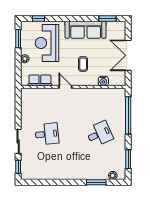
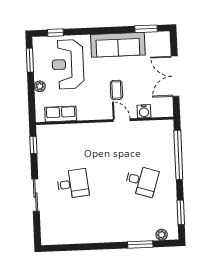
door: (65, 87) -> (122, 120), moved
desk: (99, 134) -> (142, 181), turned 42
window: (18, 167) -> (33, 145), moved

